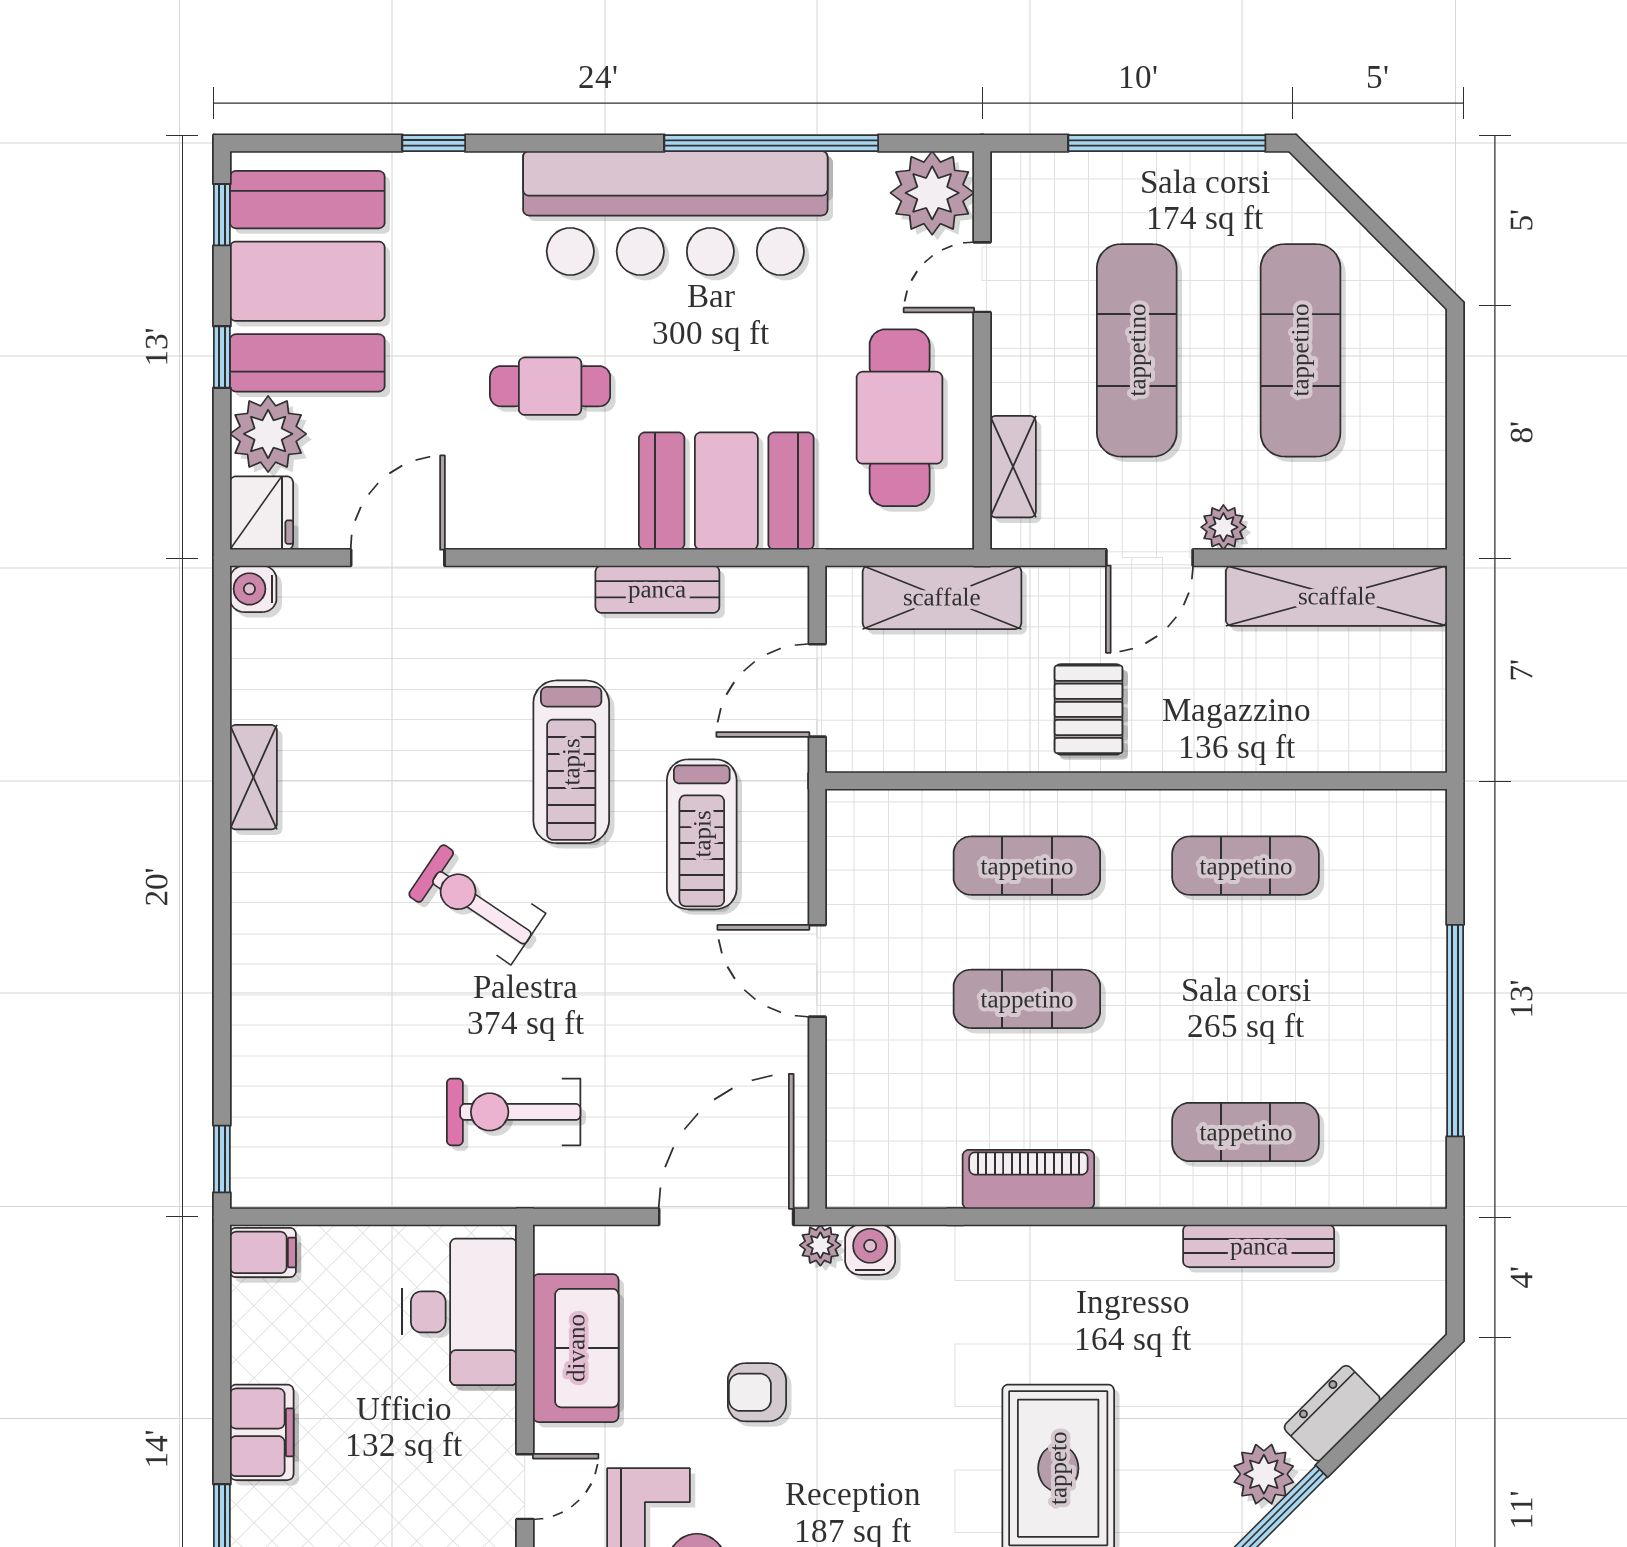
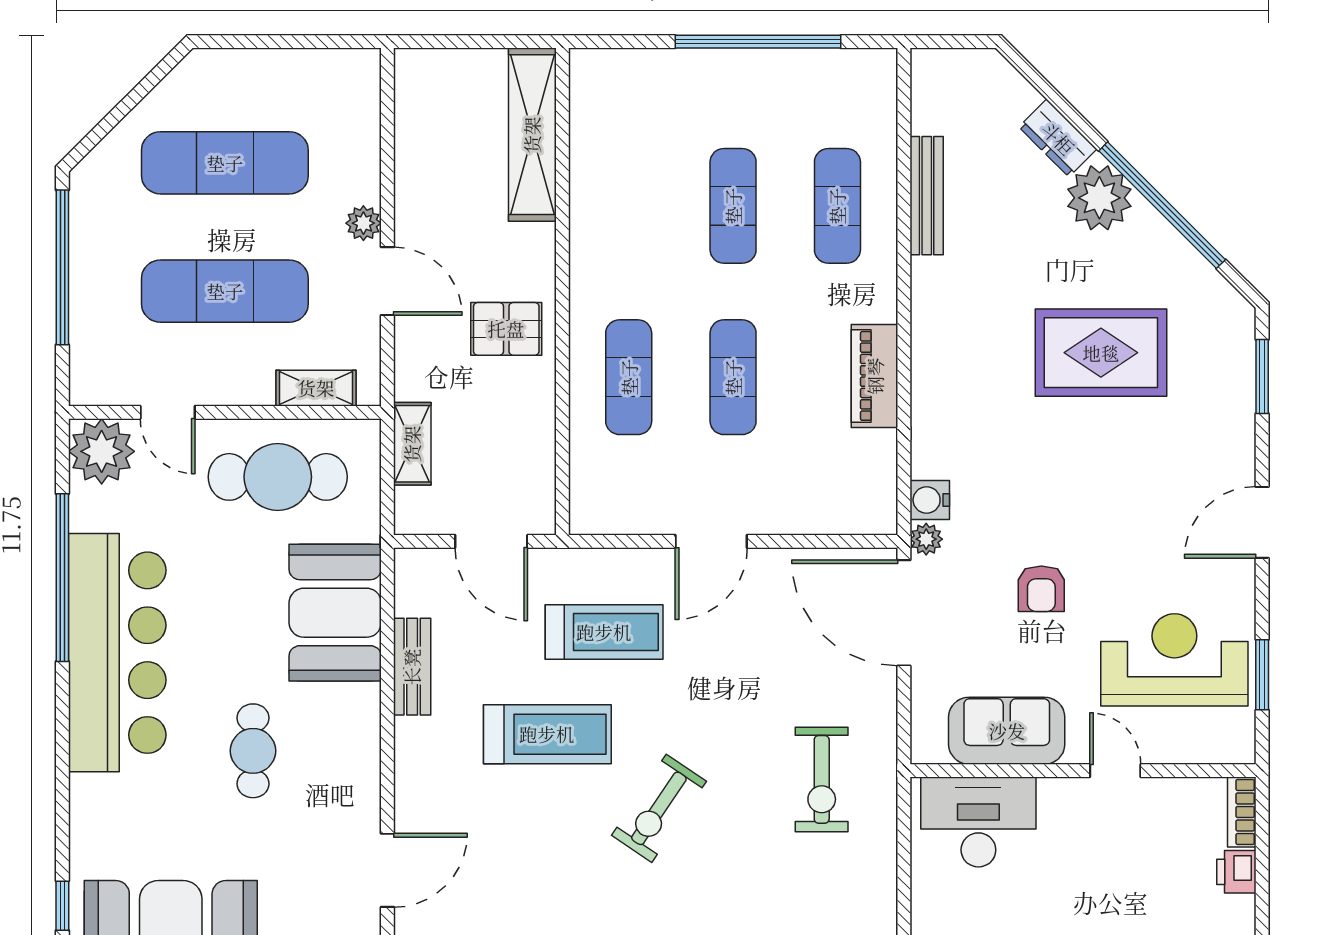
window: (434, 143) -> (62, 906), moved
door: (398, 558) -> (387, 870), swing flipped
shelving: (1337, 596) -> (532, 135), moved
shelving: (942, 597) -> (412, 444), width x0.67, depth x0.75
exercise mat: (1246, 866) -> (733, 206), moved
plant: (1264, 1474) -> (1099, 198), width x1.36, depth x1.36

